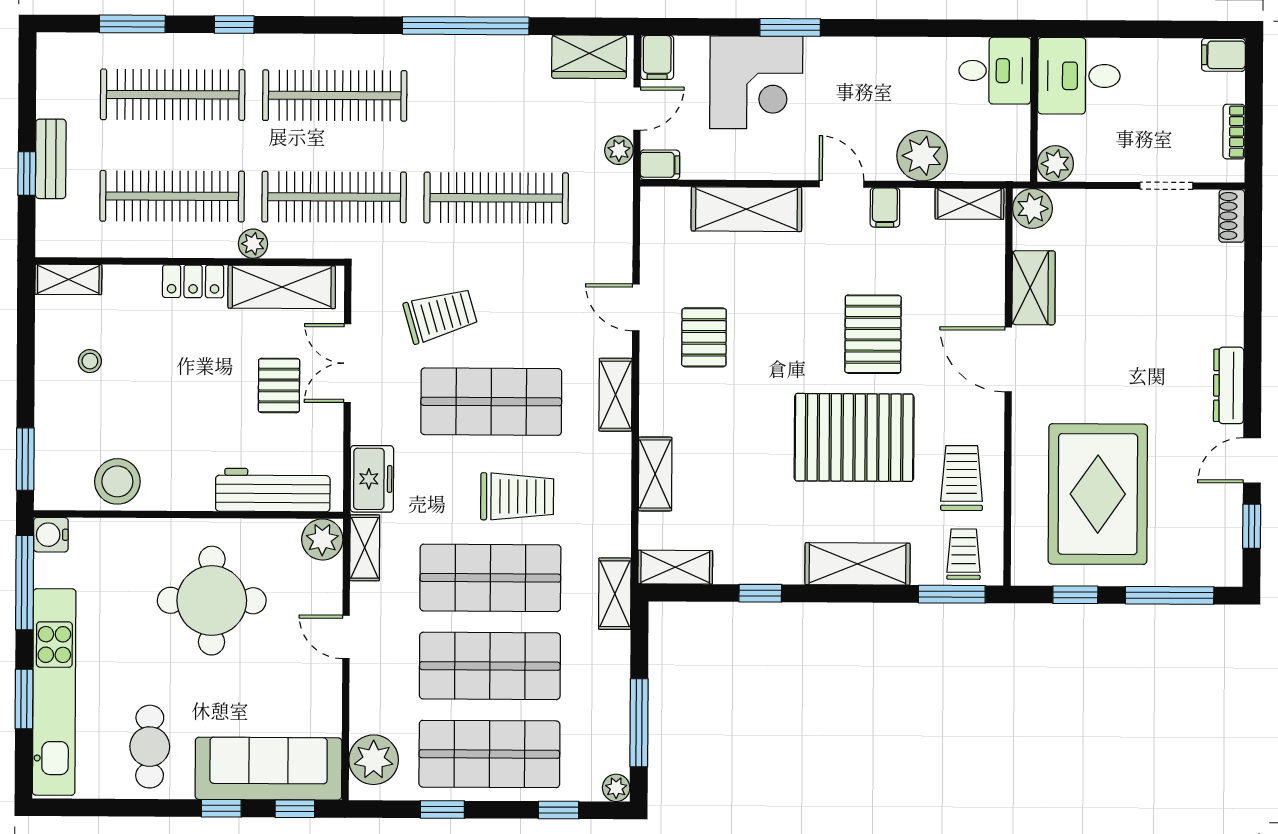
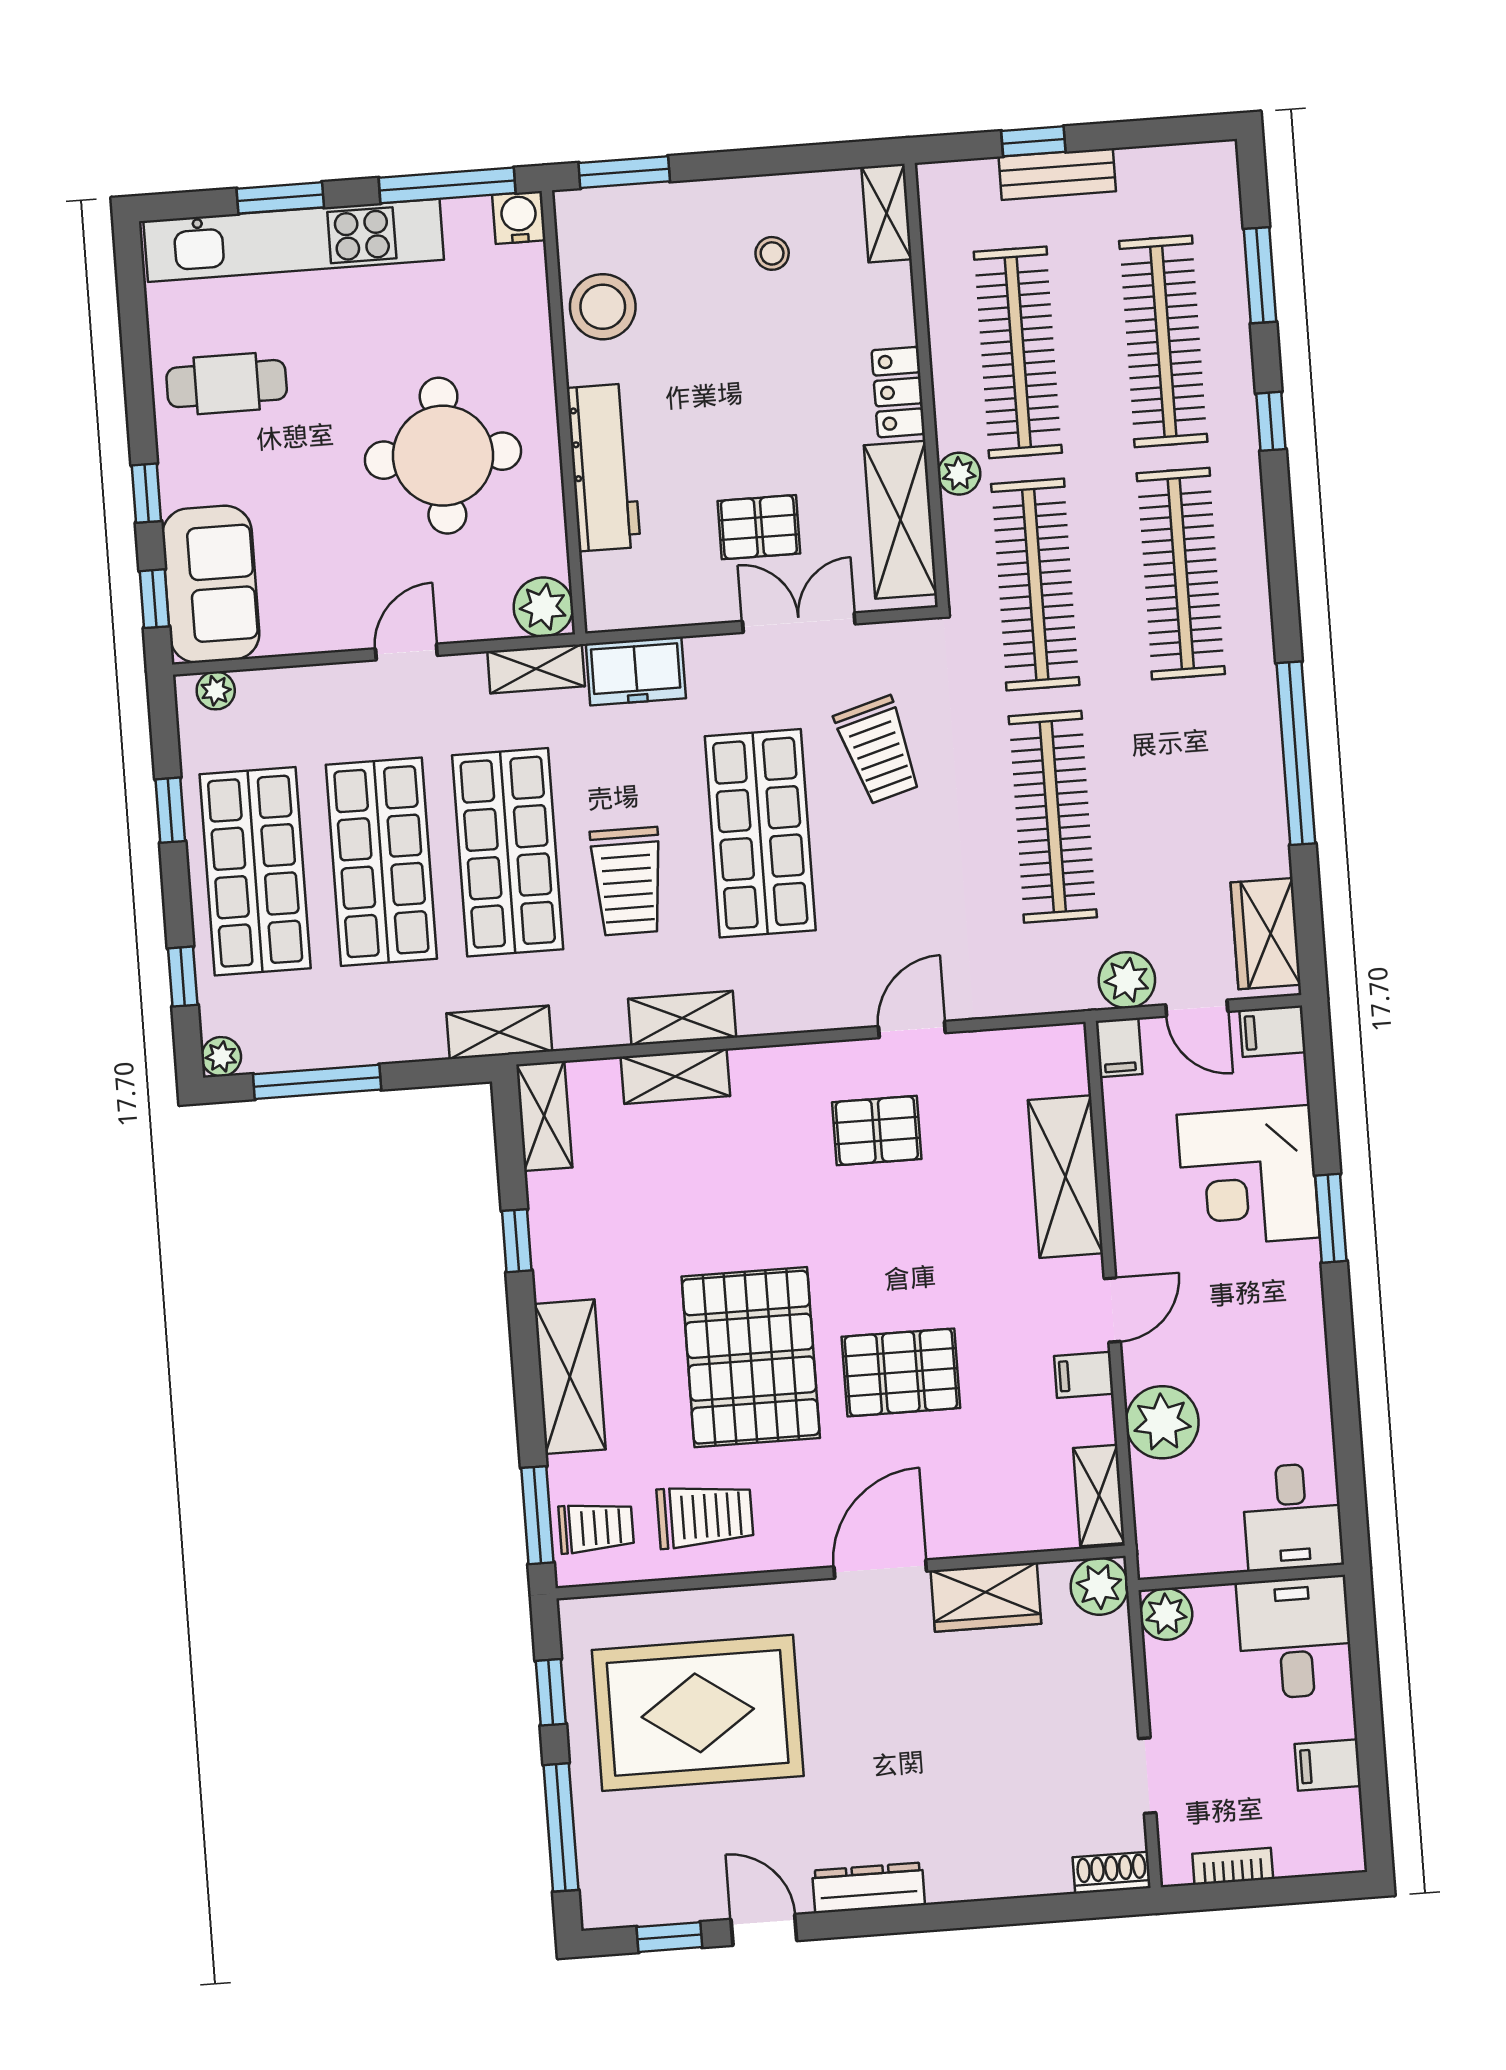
filing cabinet: (1223, 55) -> (1328, 1765), moved, turned -90
plant: (619, 150) -> (1127, 980), width x1.38, depth x1.38
shelving: (616, 395) -> (682, 1018), moved
workbench: (273, 490) -> (604, 467), moved
plant: (374, 760) -> (216, 691), width x0.53, depth x0.53
sofa: (268, 769) -> (211, 584), width x0.73

